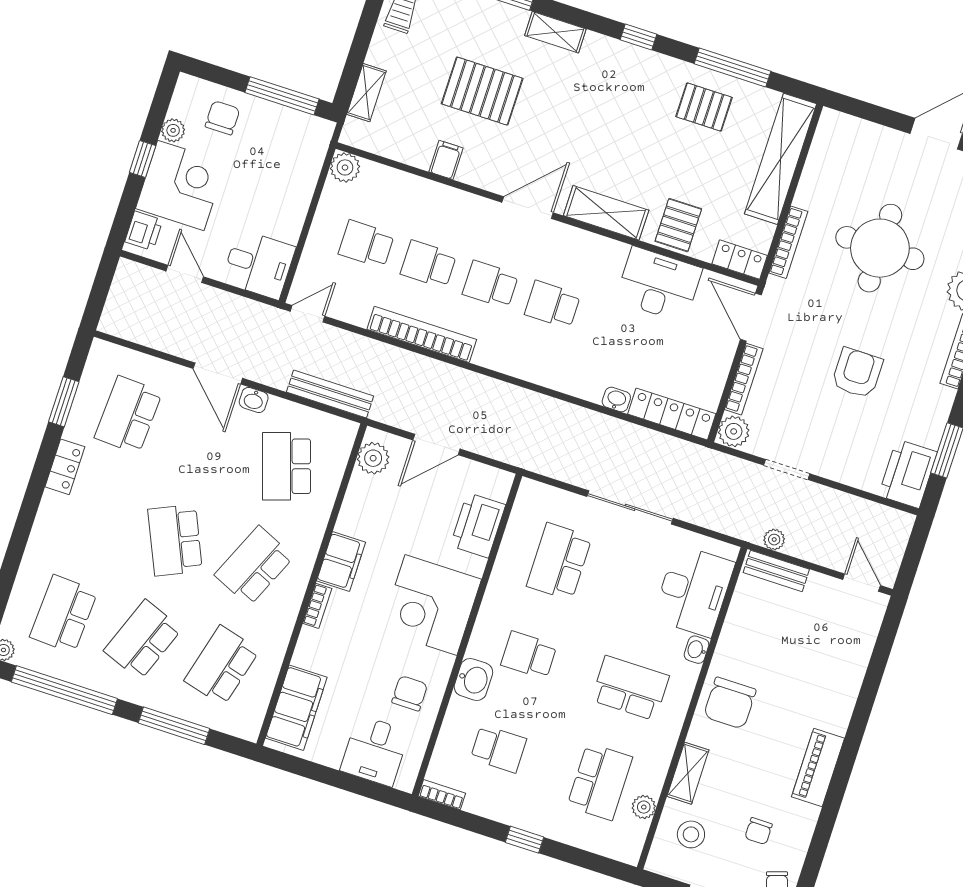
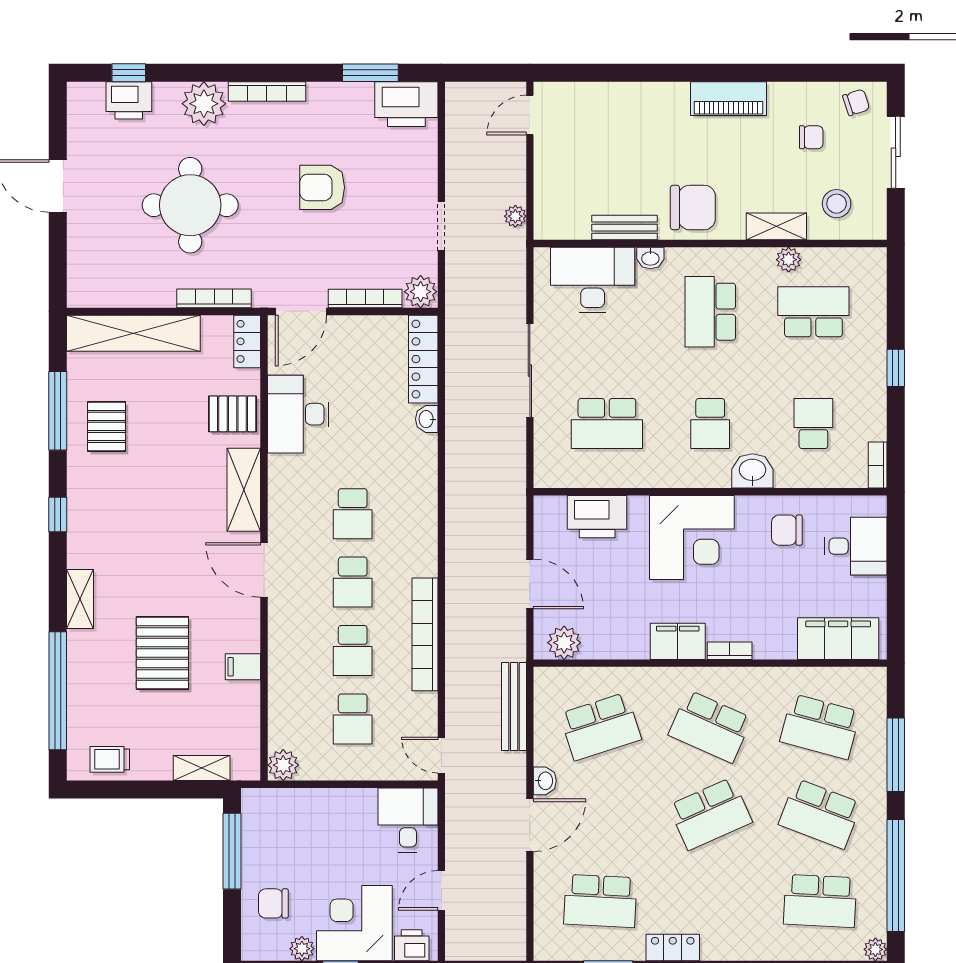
bench: (776, 571) -> (624, 228), moved, turned 90
plant: (644, 807) -> (789, 260), moved

